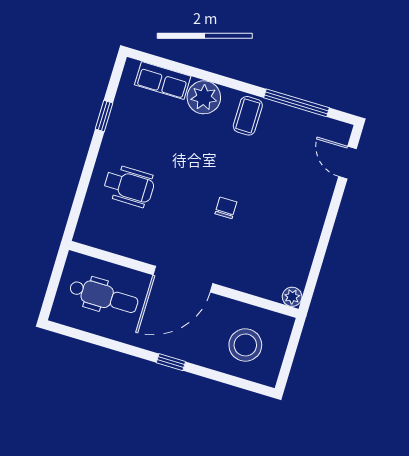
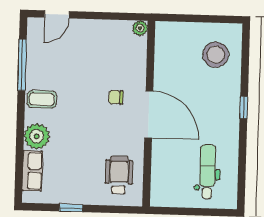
door: (183, 279) -> (149, 114), moved
wall: (184, 279) -> (149, 114), moved
plant: (292, 297) -> (140, 28), moved

